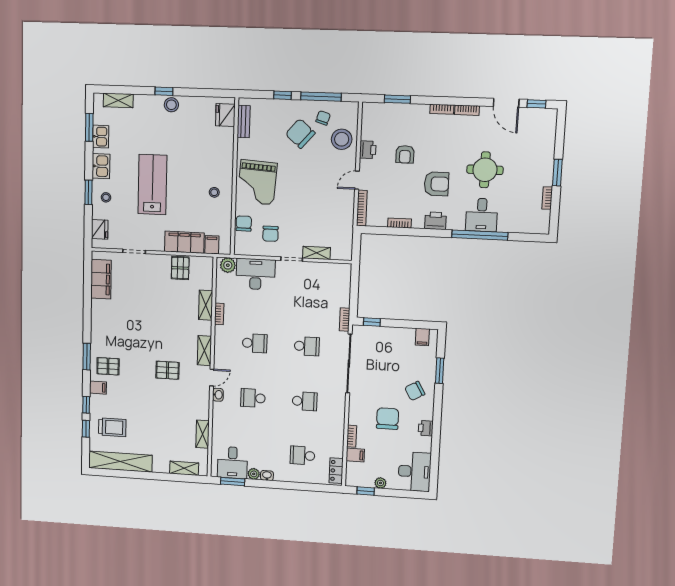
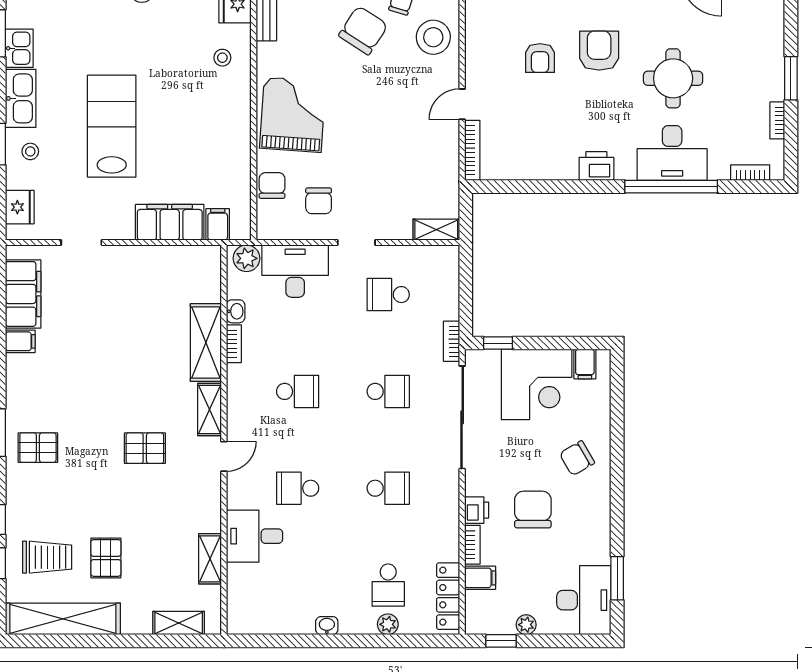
chair: (300, 134) -> (363, 30), turned 82
printer: (368, 150) -> (478, 53), removed
kitchen sink: (101, 166) -> (21, 98), width x1.38
grand piano: (257, 182) -> (293, 115), turned 180
armchair: (436, 184) -> (599, 51), moved, turned -90
stool: (214, 192) -> (222, 58), moved
desk: (482, 215) -> (672, 153), width x1.37
bookcase: (400, 223) -> (750, 173), moved
shelving: (316, 253) -> (436, 230), moved
pallet: (180, 268) -> (106, 558), moved
school desk: (309, 290) -> (388, 295), added
shelving: (206, 305) -> (206, 343), width x1.50, depth x1.33
corner desk: (393, 347) -> (537, 384), added
window: (440, 371) -> (617, 578), moved
filing cabinet: (98, 388) -> (20, 341), moved
washbasin: (218, 395) -> (236, 311), moved
printer: (426, 428) -> (477, 510), moved, turned 180
school desk: (302, 455) -> (388, 585), turned -90
desk: (232, 463) -> (254, 536), moved, turned 90
locker: (336, 471) -> (448, 596), width x1.53
plant: (254, 474) -> (388, 624), moved
window: (233, 482) -> (266, 641), removed

